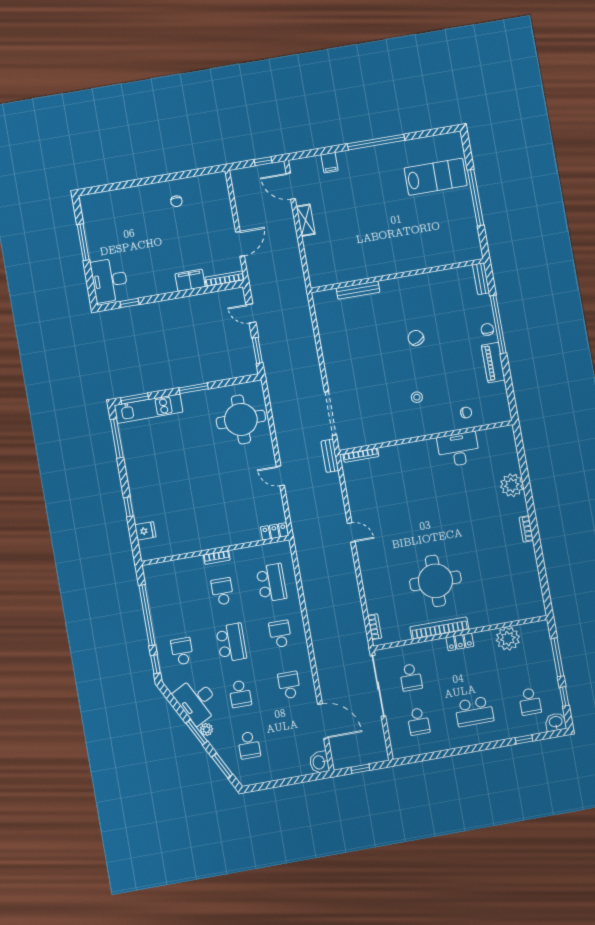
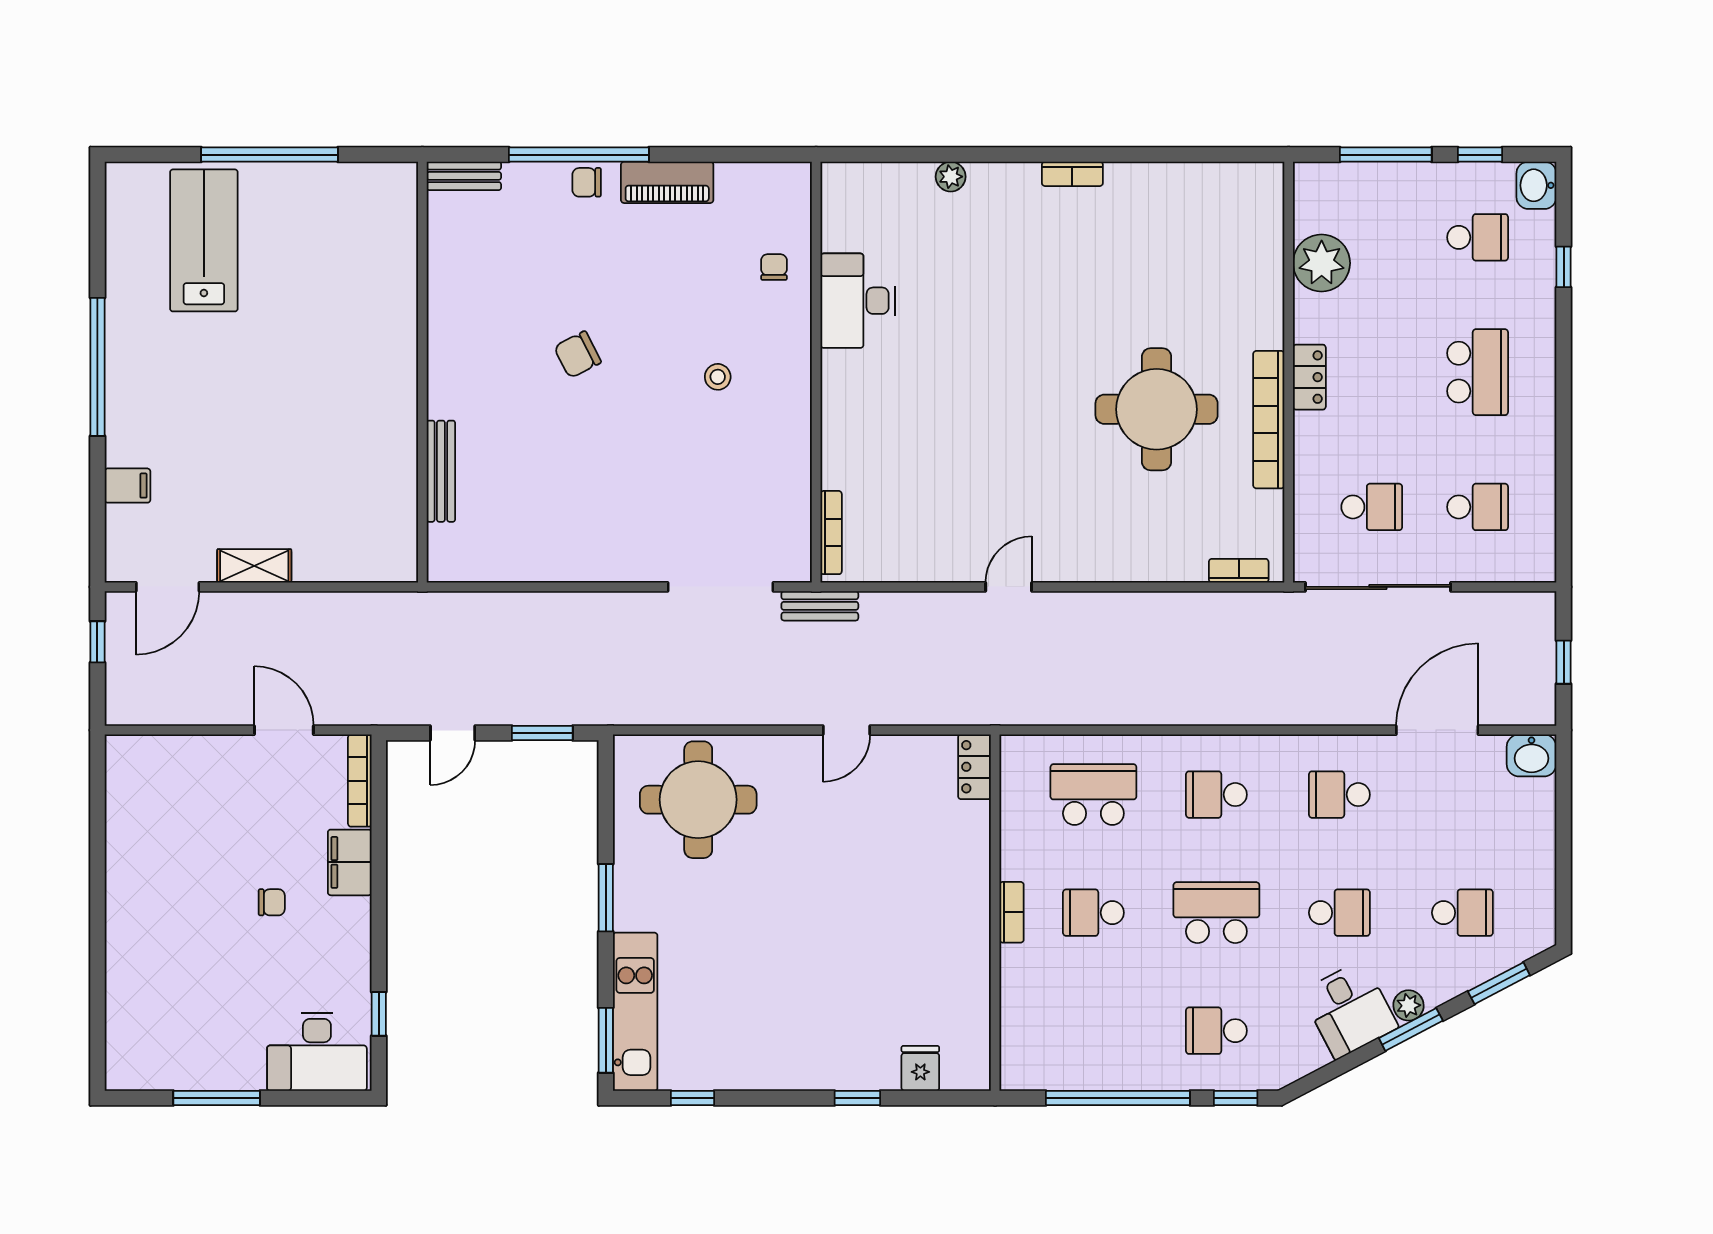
chair: (176, 201) -> (272, 902), moved
window: (117, 439) -> (692, 1098), width x0.46
plant: (512, 485) -> (951, 177), width x0.53, depth x0.53
desk: (197, 701) -> (1349, 1010), width x0.73

